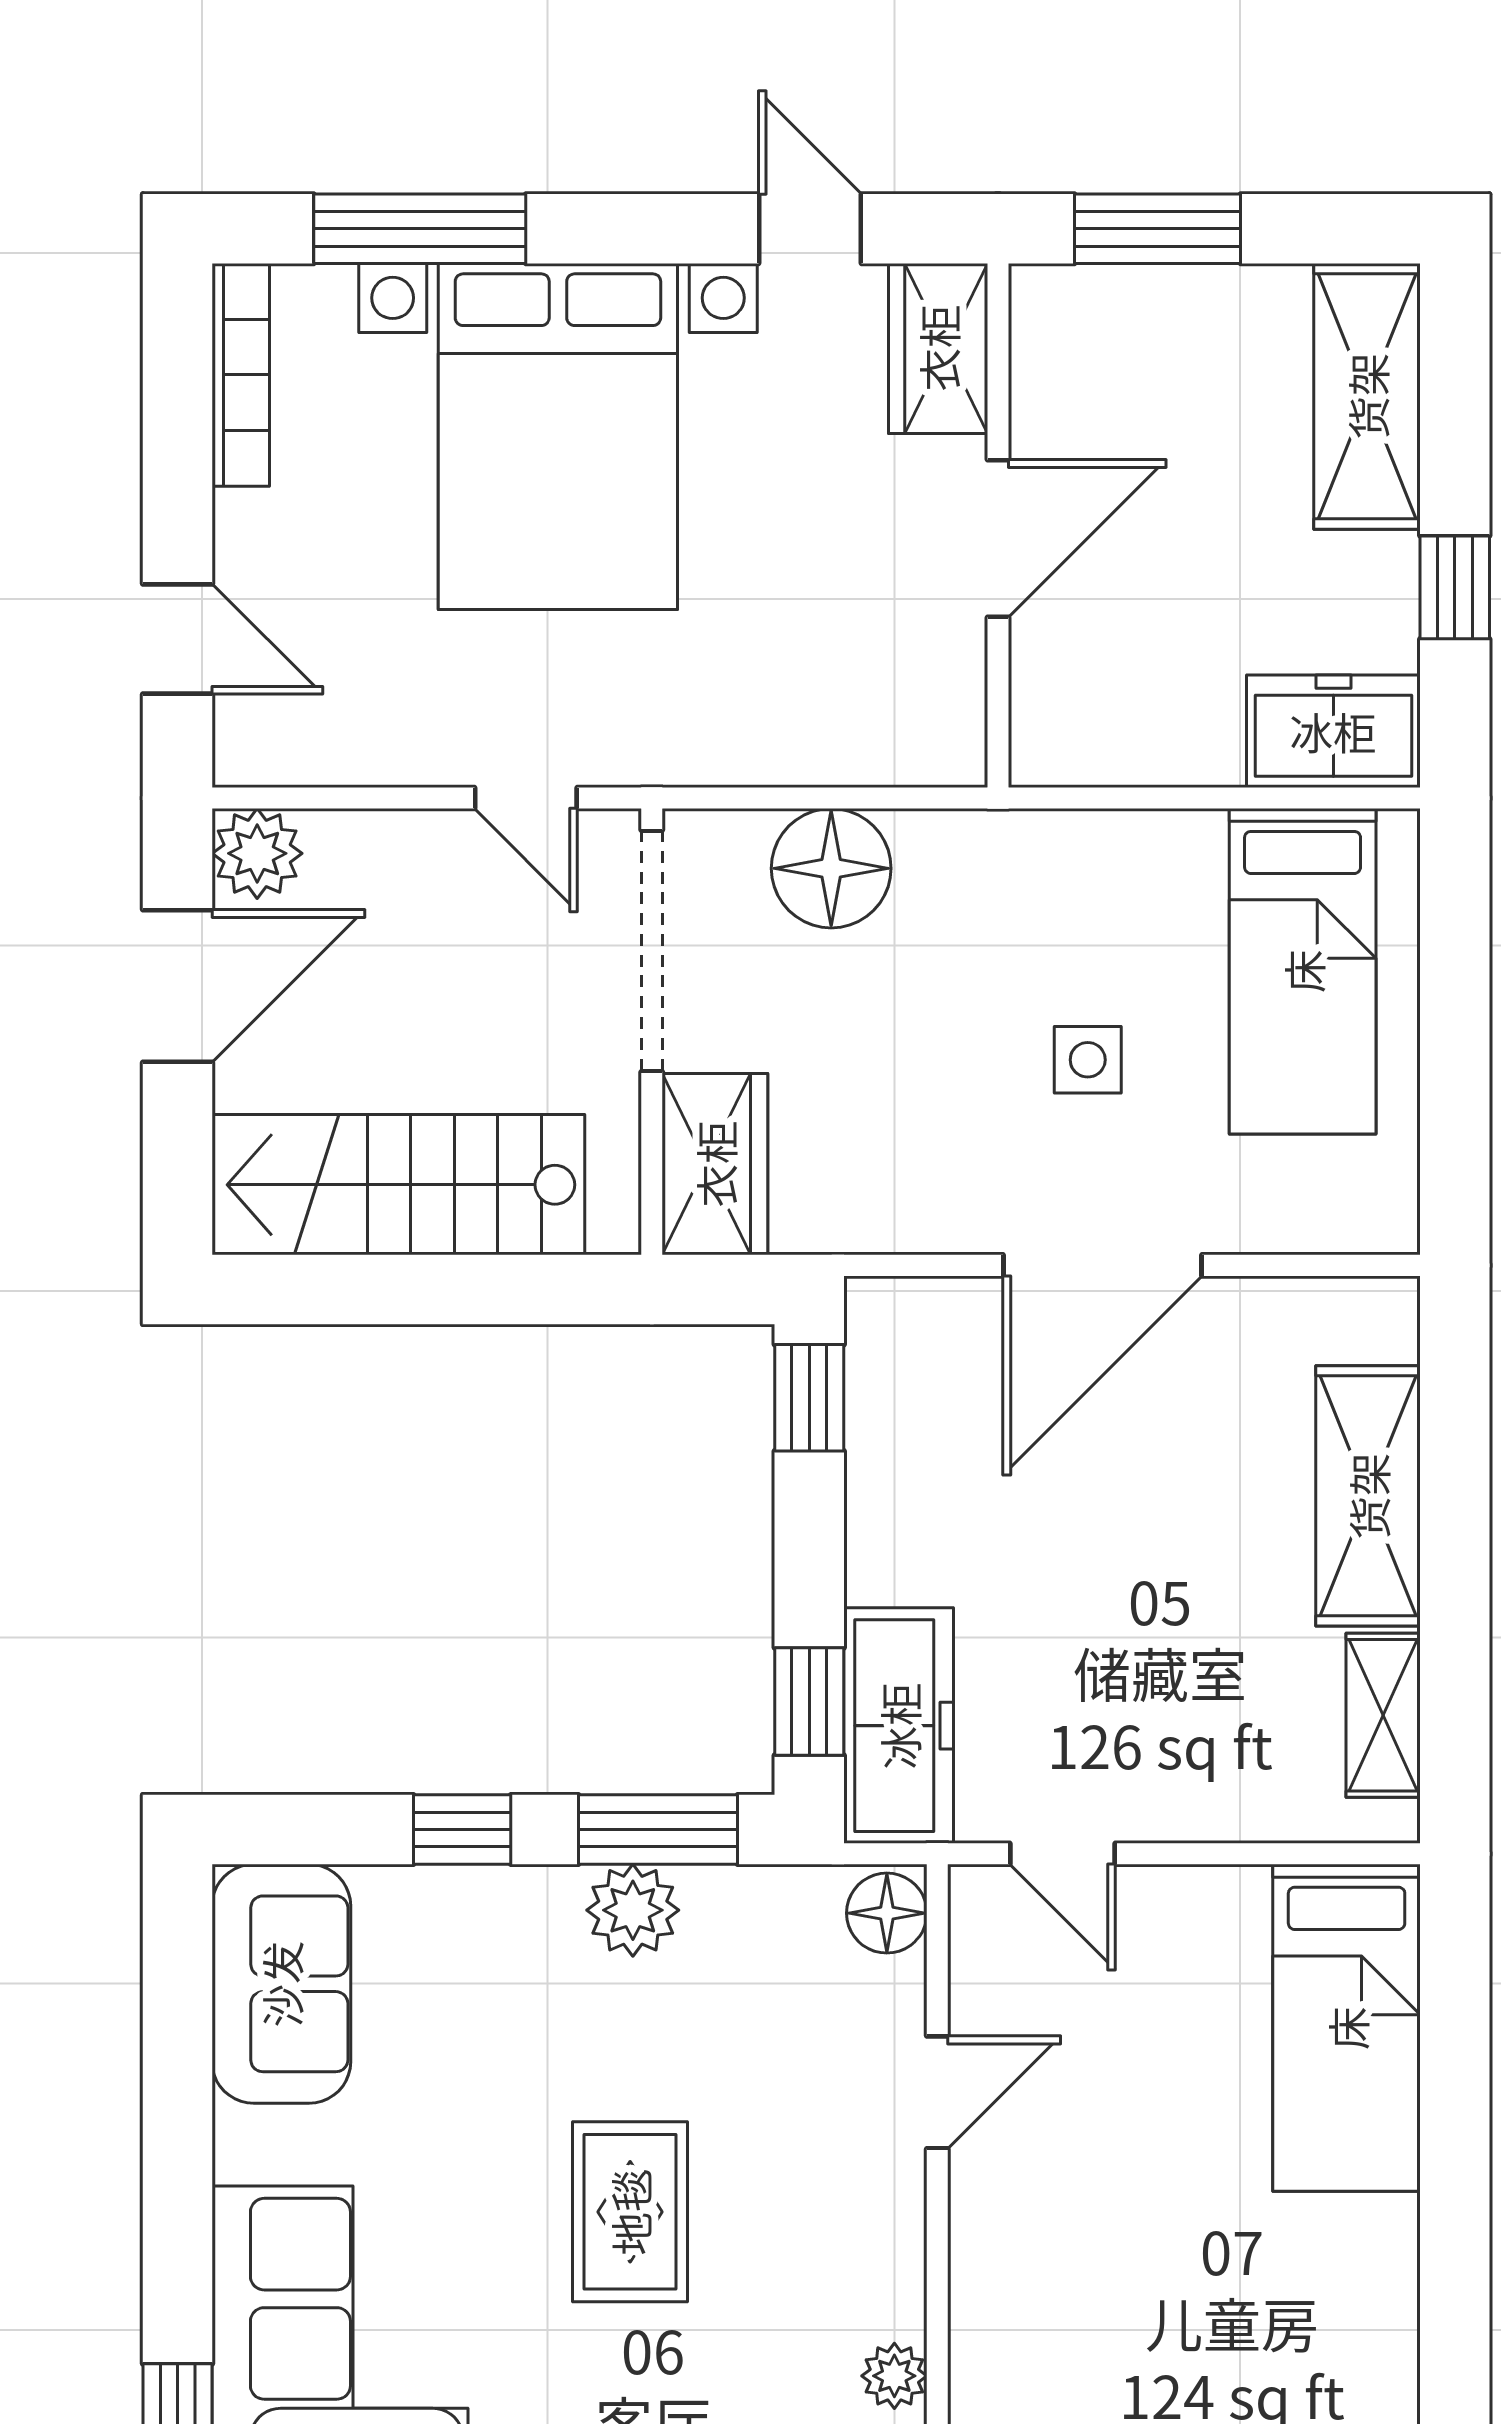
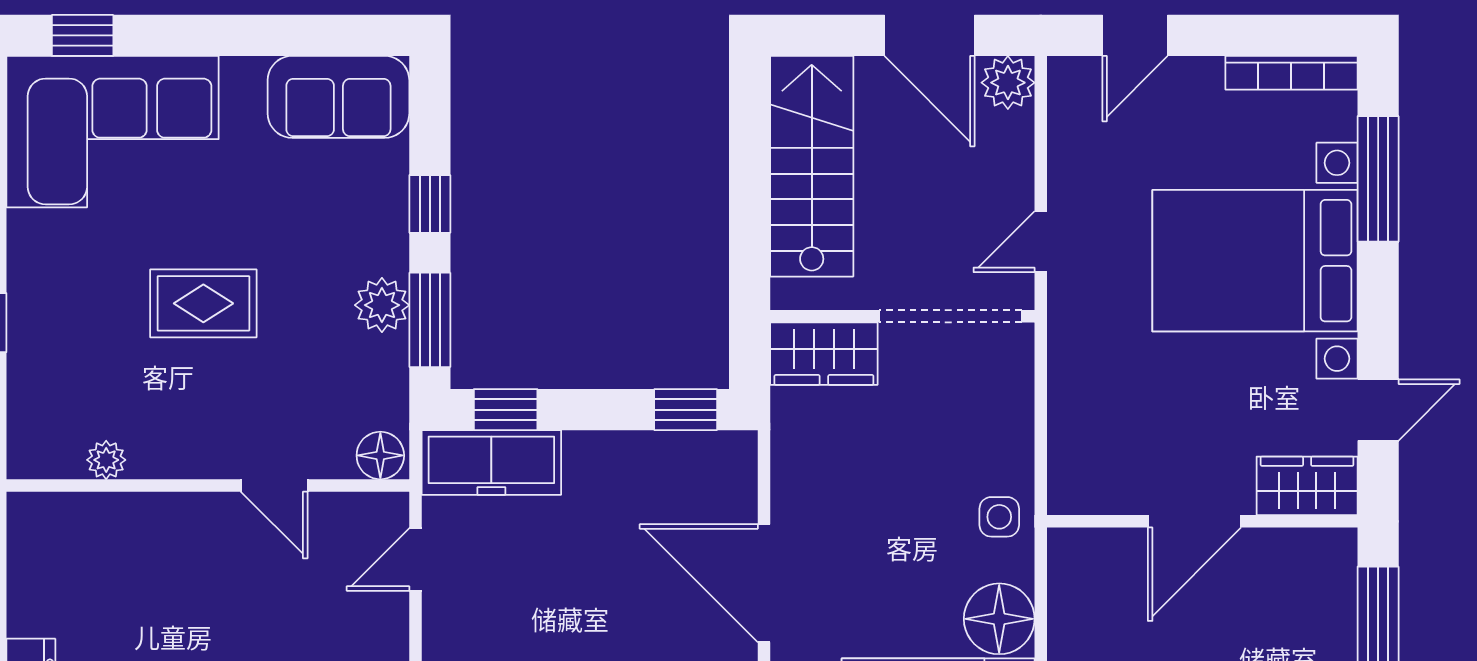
door: (998, 539) -> (1194, 521), hinge flipped
floor lamp: (831, 868) -> (999, 619), moved
side table: (1088, 1060) -> (999, 517), moved

